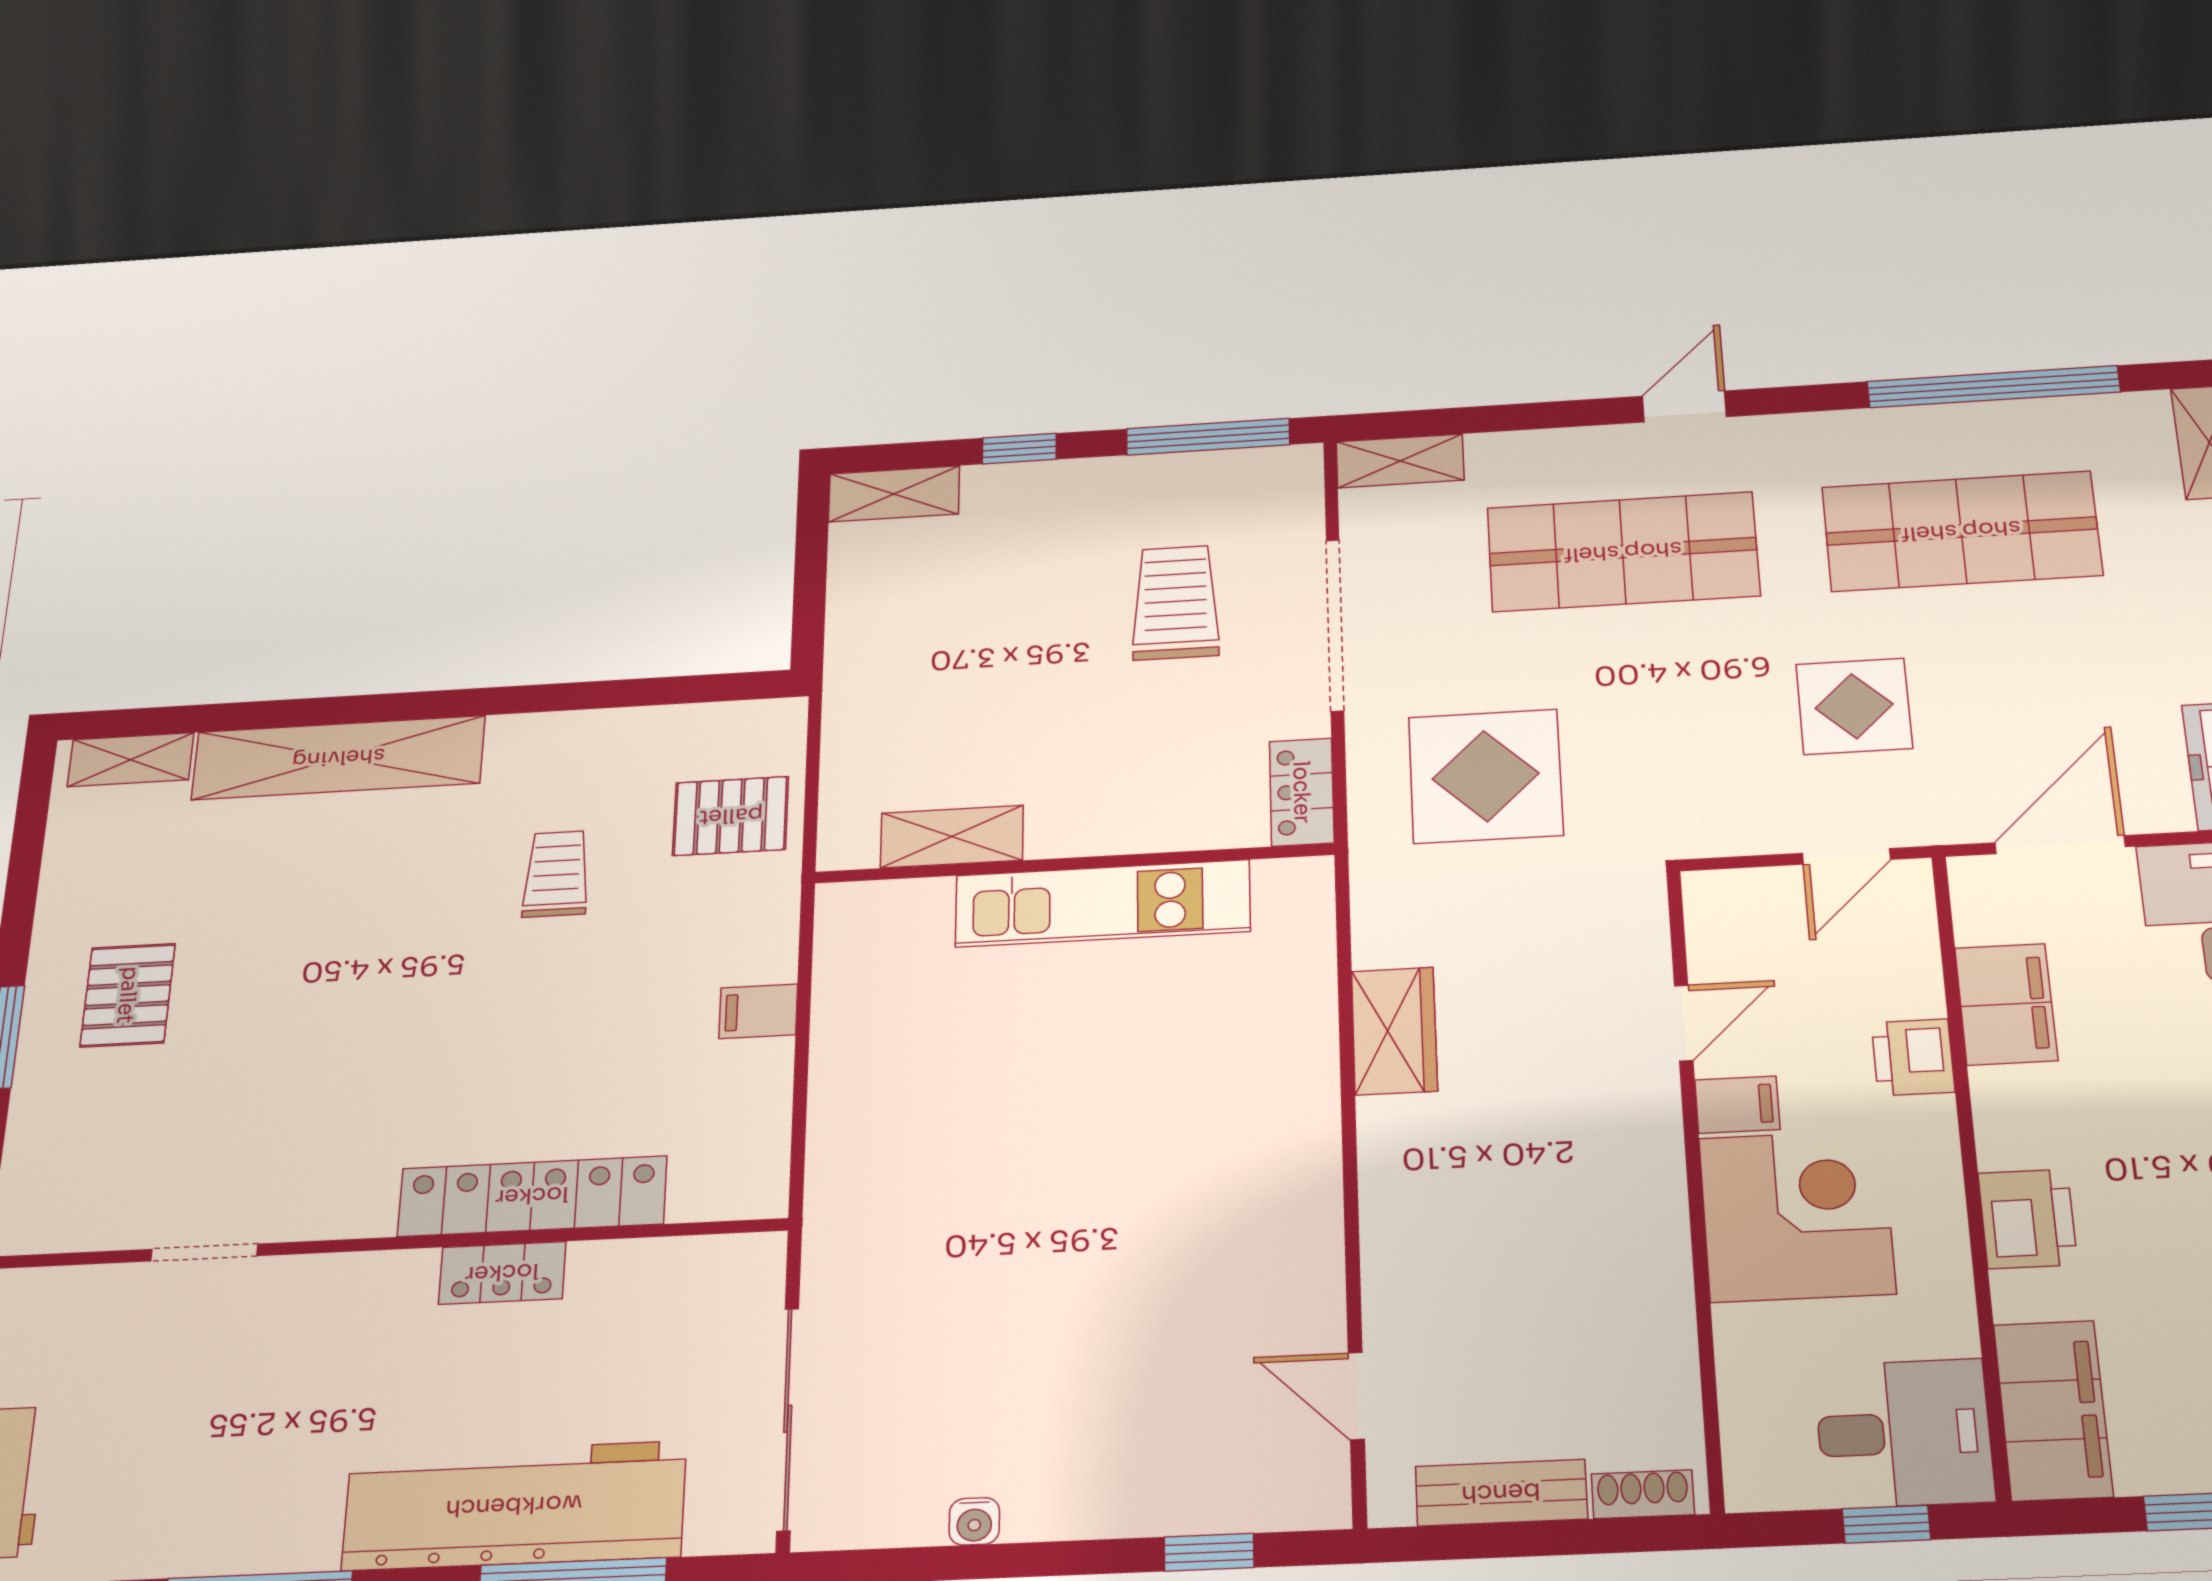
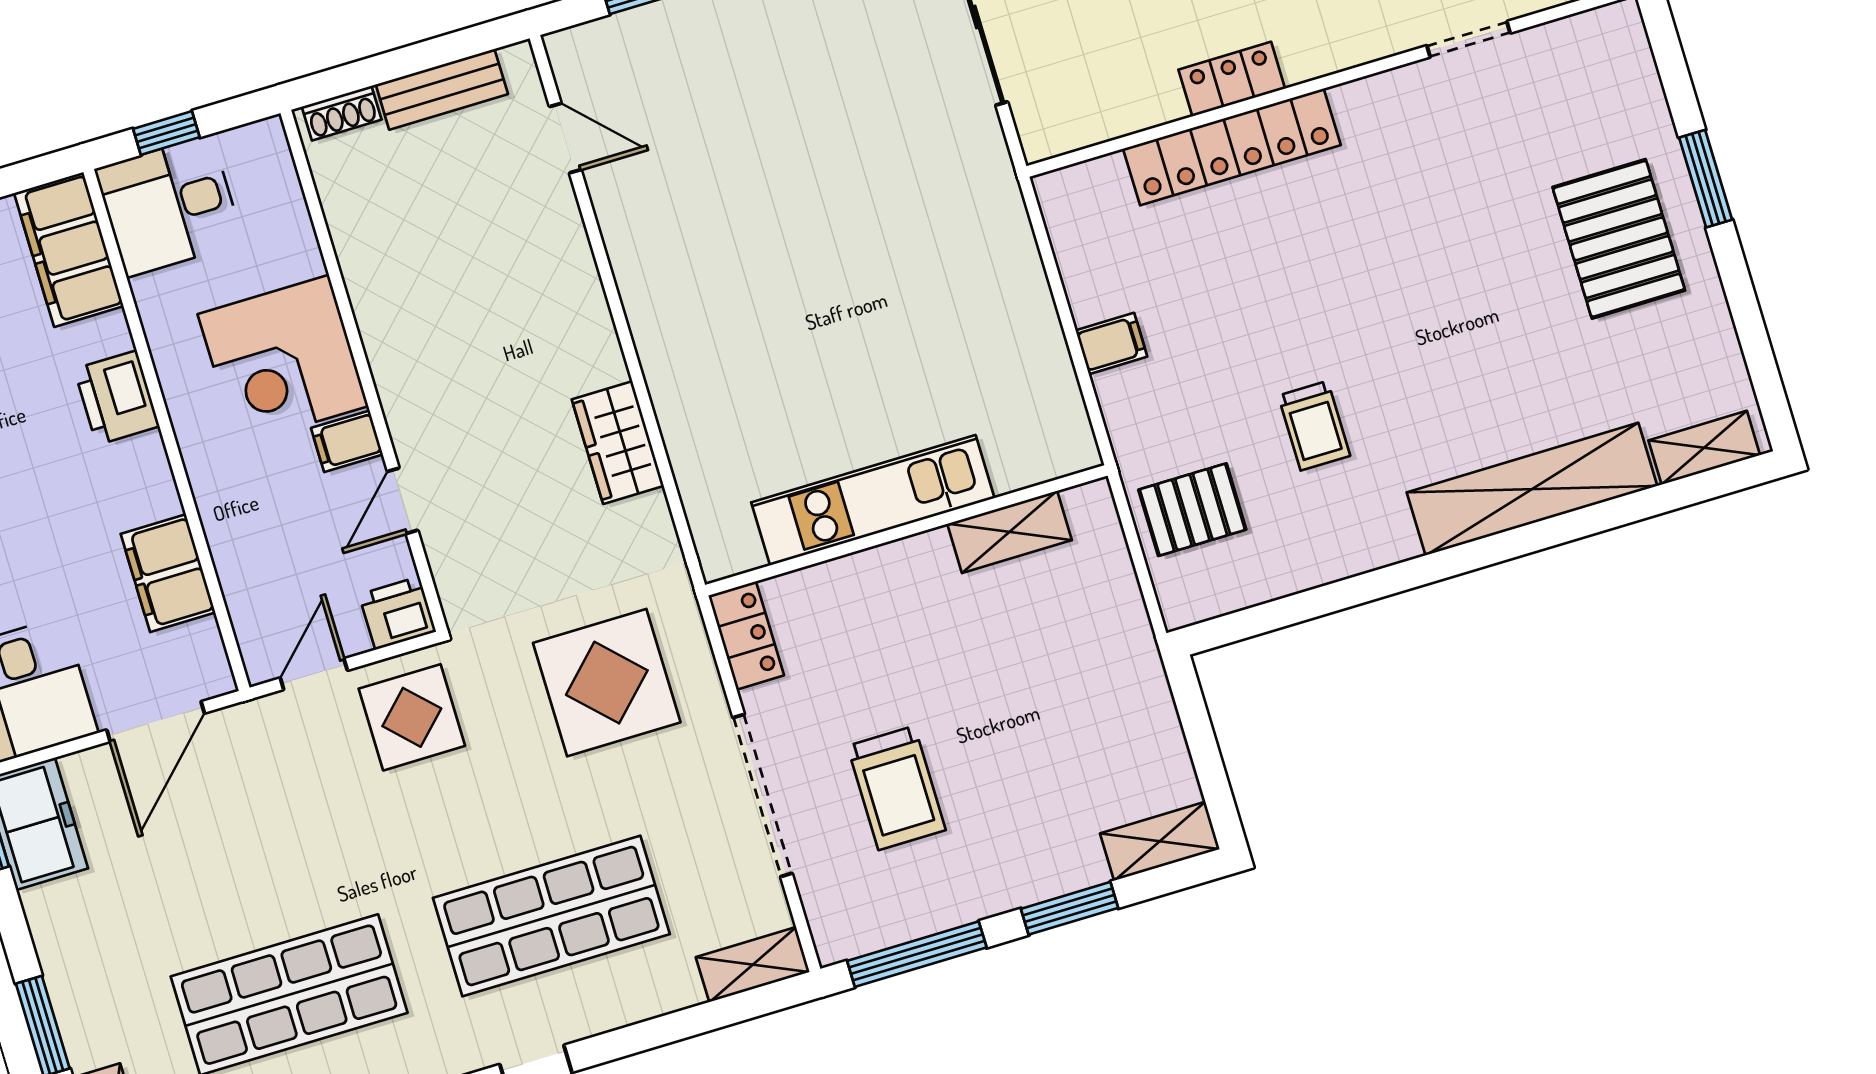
window: (1019, 449) -> (1070, 908), width x1.50
display table: (1854, 706) -> (412, 717), moved
pallet: (128, 995) -> (1619, 239), width x1.50, depth x1.42
printer: (1913, 1057) -> (397, 613), moved, turned -90

